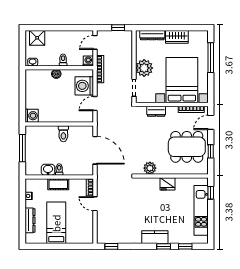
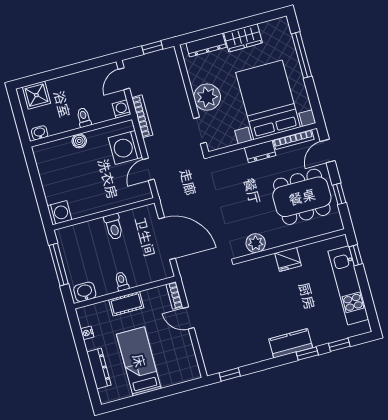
dresser: (156, 111) -> (260, 152), moved
washbasin: (48, 170) -> (85, 292), moved

